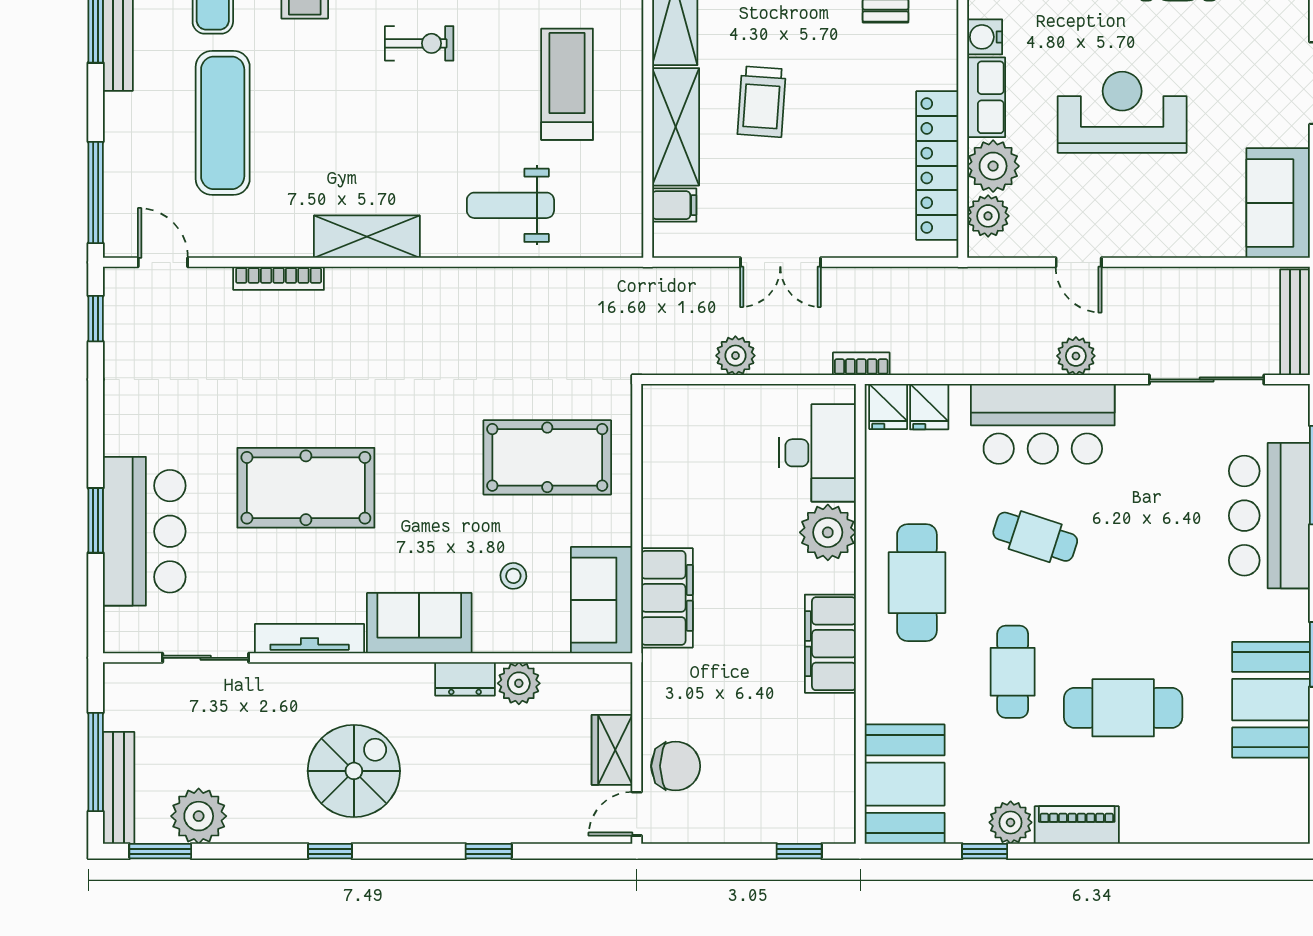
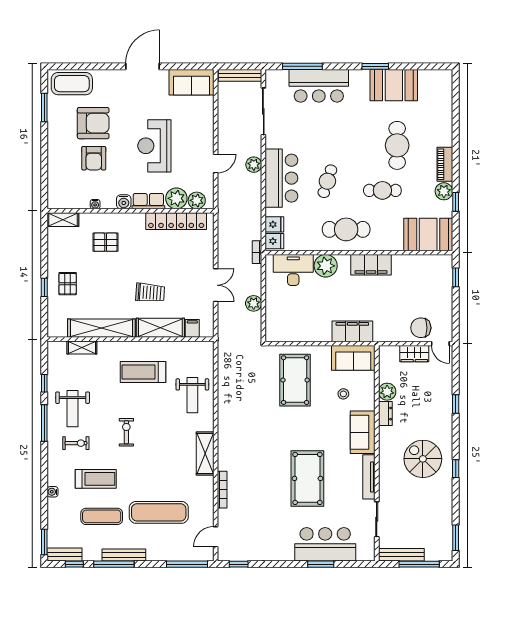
chair: (676, 766) -> (421, 328), turned -90
bench: (119, 788) -> (401, 555), moved
plant: (199, 816) -> (441, 522), removed

